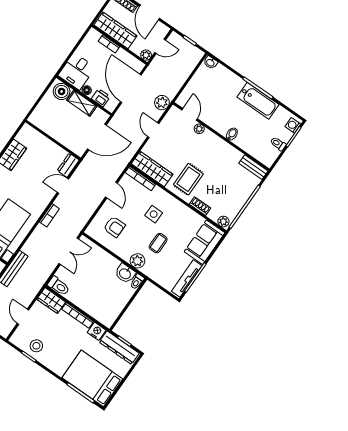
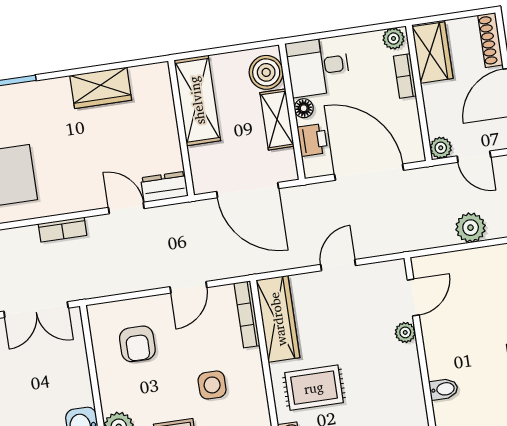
wardrobe: (115, 30) -> (432, 53), width x0.67
plant: (92, 35) -> (394, 39), added
door: (131, 88) -> (369, 172), hinge flipped
plant: (162, 103) -> (471, 228), moved
shelving: (49, 125) -> (197, 100), added

